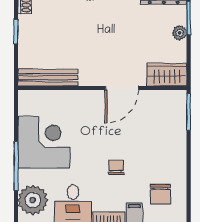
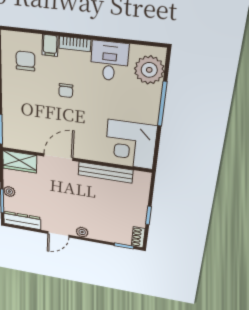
bench: (48, 78) -> (105, 172), moved
corner desk: (44, 142) -> (130, 145), moved

